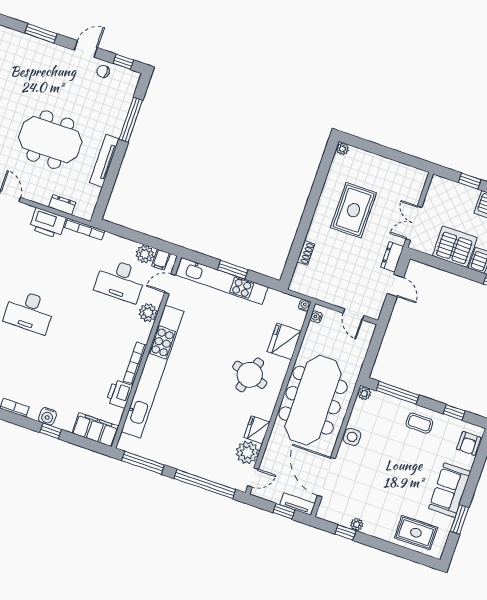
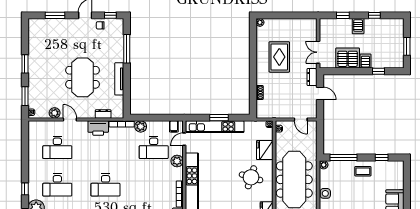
meeting table: (50, 140) -> (83, 77), turned 90
plant: (145, 254) -> (141, 126), moved
armchair: (469, 443) -> (397, 173), removed

